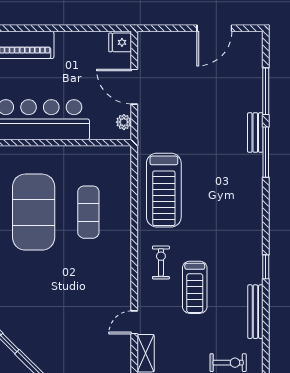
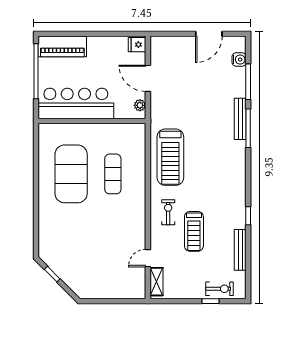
water cooler: (254, 62) -> (239, 59), added
bench: (255, 133) -> (240, 119), width x1.36

